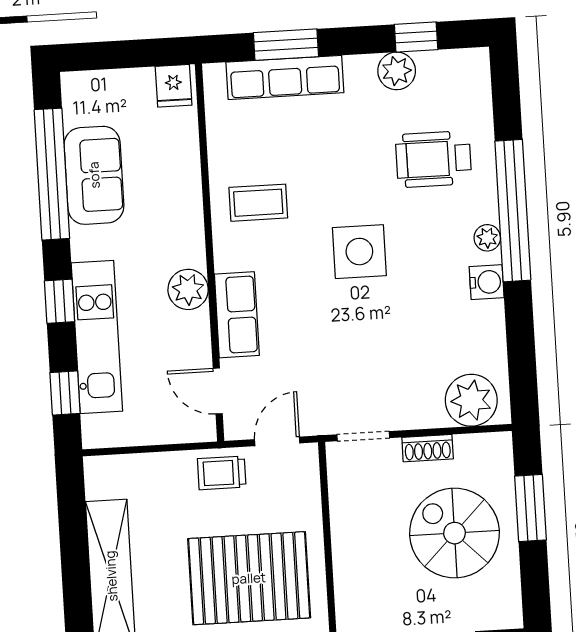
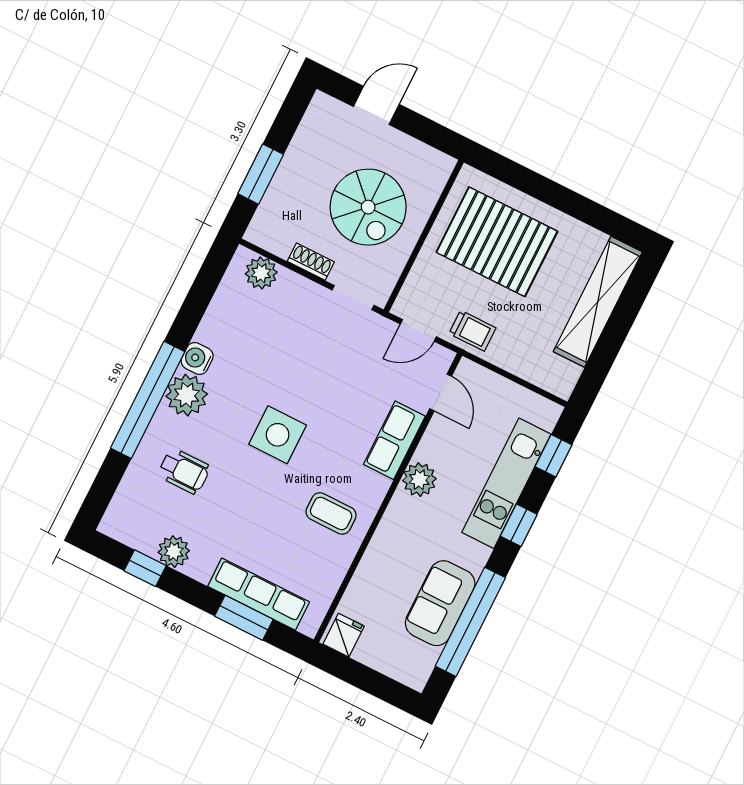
wheelchair: (434, 159) -> (184, 471), width x0.73, depth x0.73
plant: (487, 238) -> (187, 395), width x1.88, depth x1.88
plant: (471, 400) -> (261, 273), width x0.73, depth x0.73
spiral stairs: (454, 533) -> (368, 207), moved

